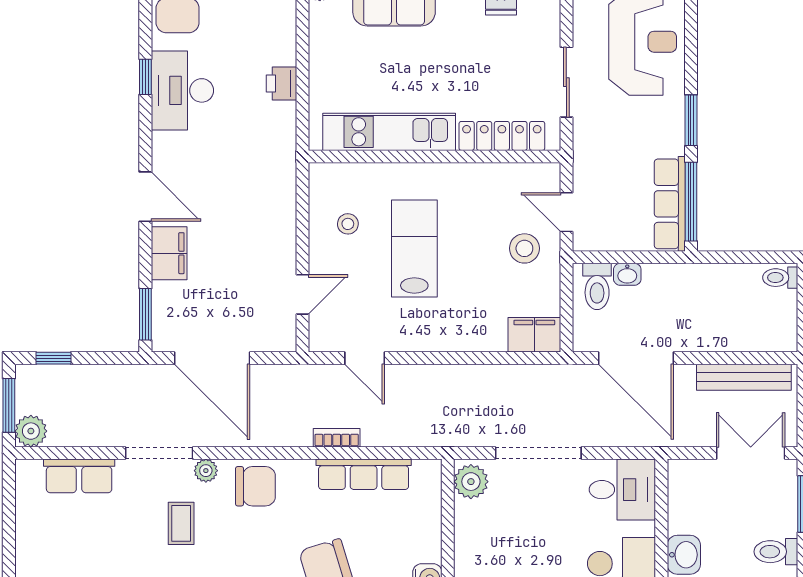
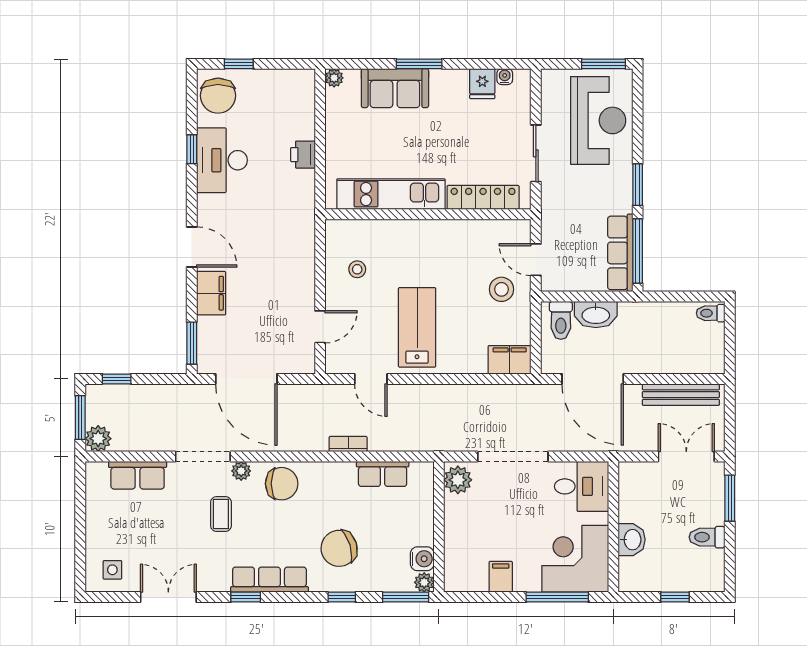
lab bench: (414, 249) -> (417, 327), moved
washbasin: (627, 274) -> (596, 315), width x1.91, depth x1.45
row of seats: (364, 474) -> (383, 474), width x0.68

